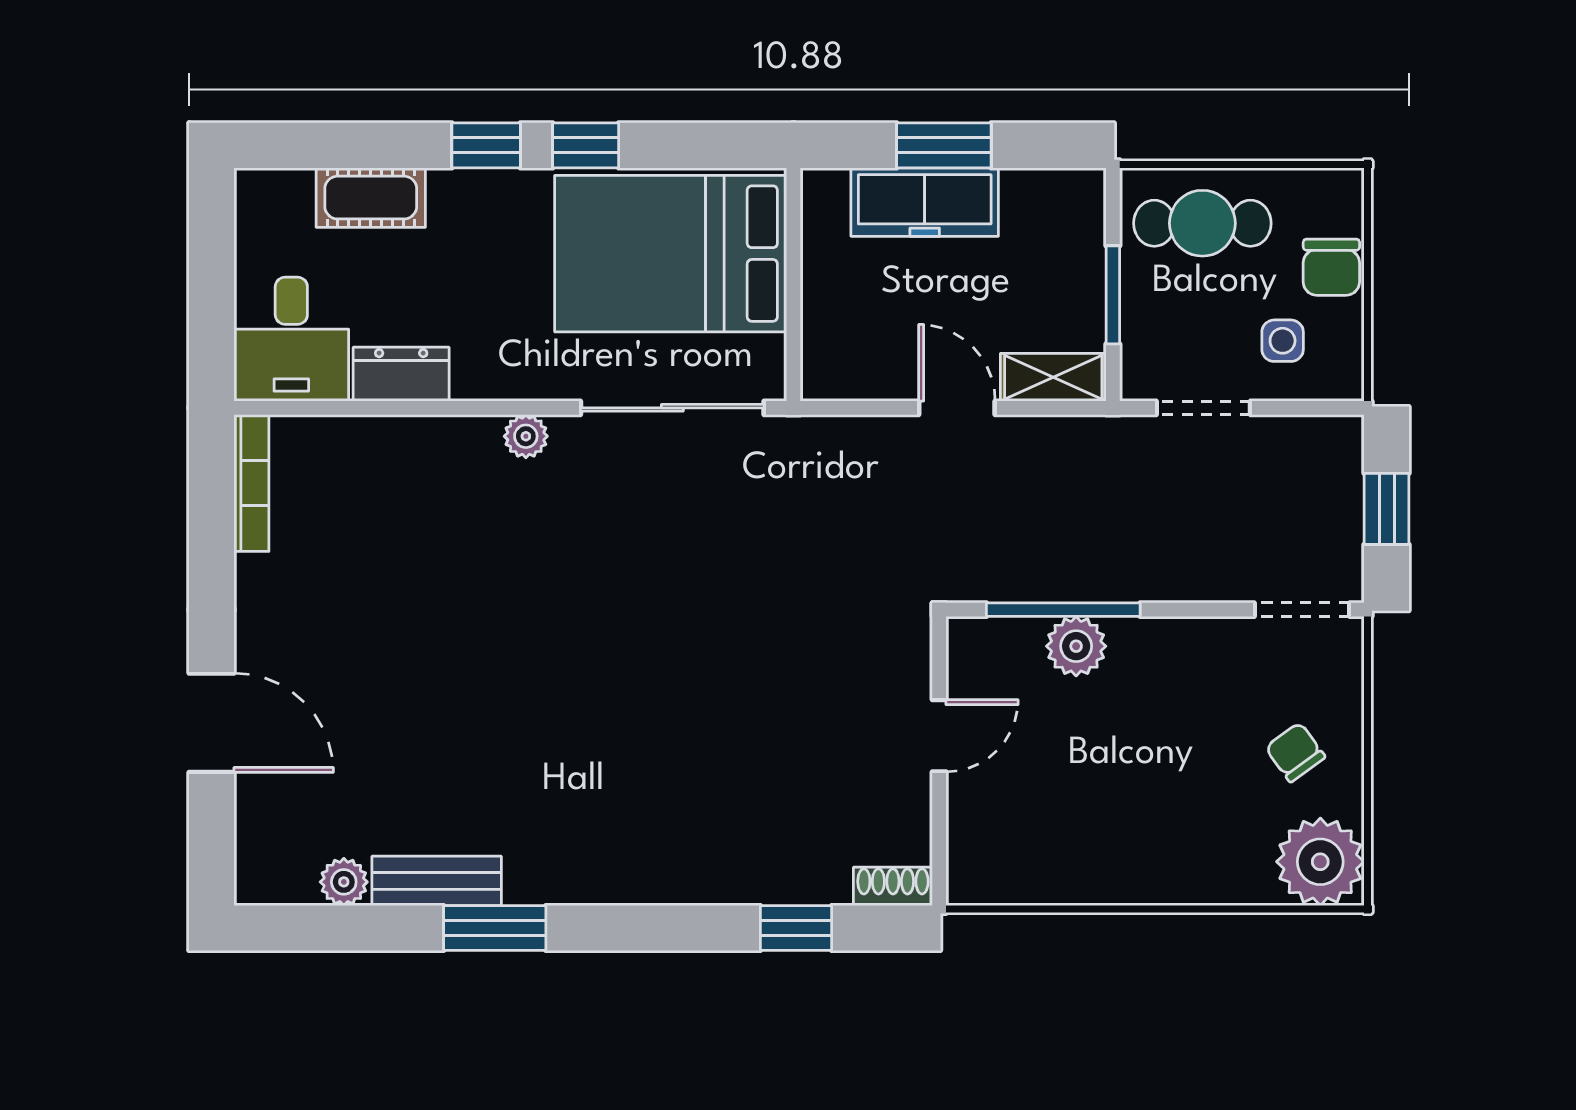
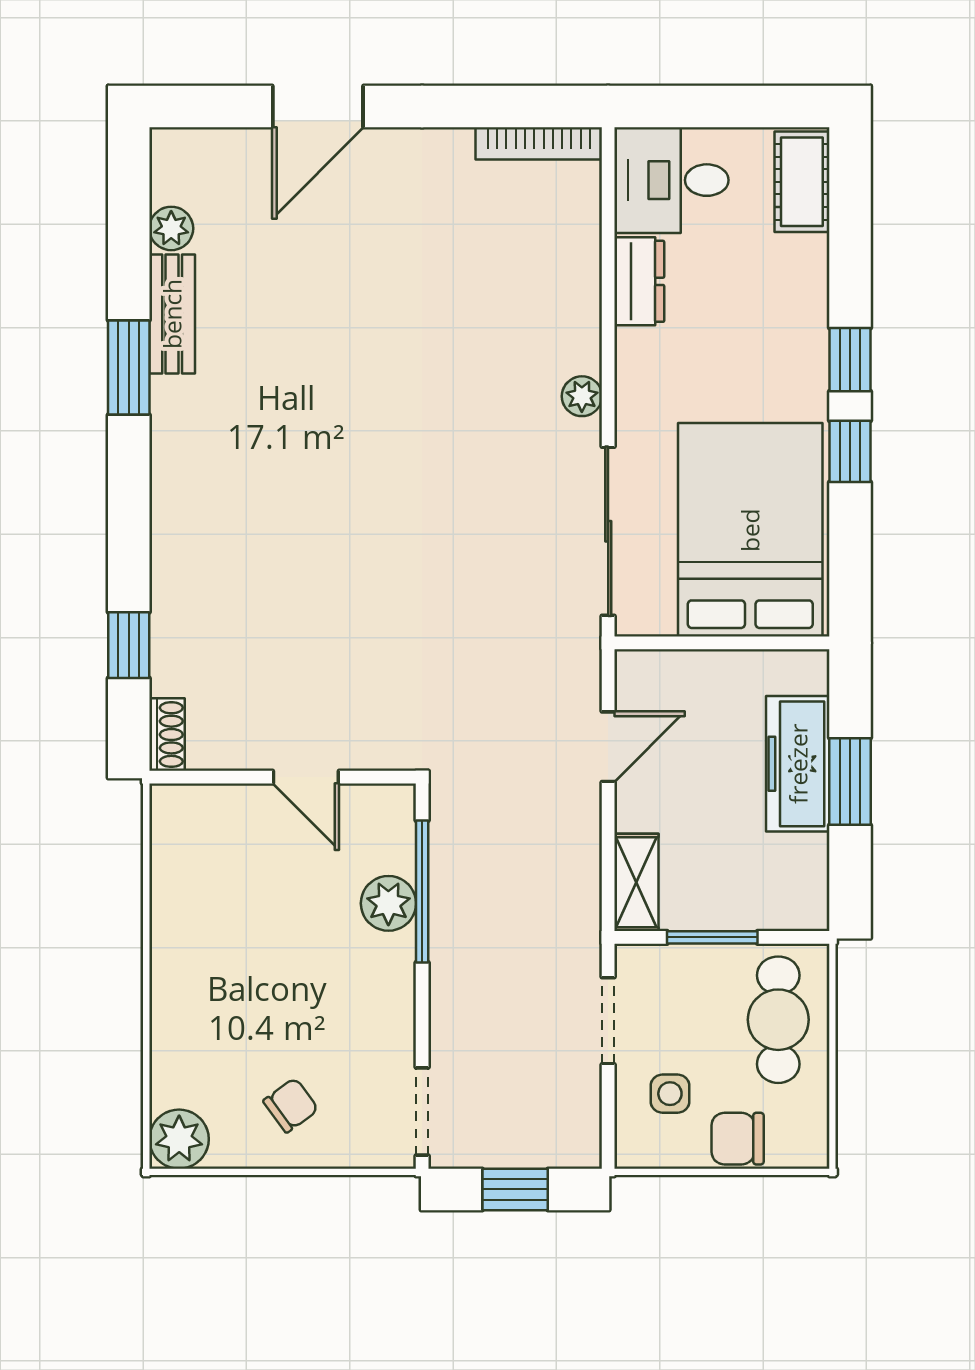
cot: (371, 198) -> (802, 182), moved
door: (957, 408) -> (608, 747), moved
plant: (1320, 862) -> (179, 1139), width x0.73, depth x0.73

